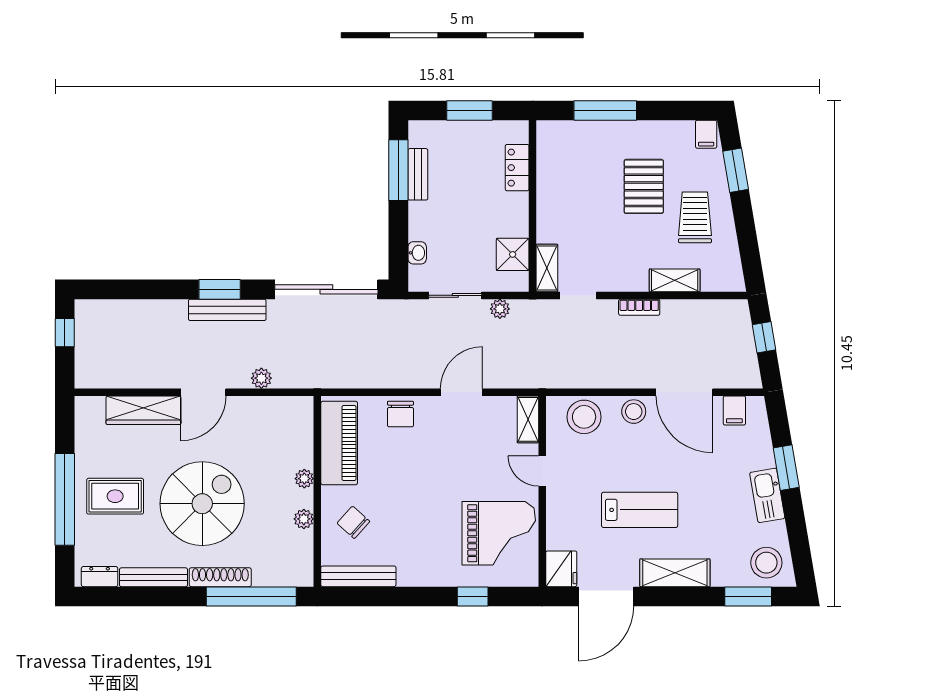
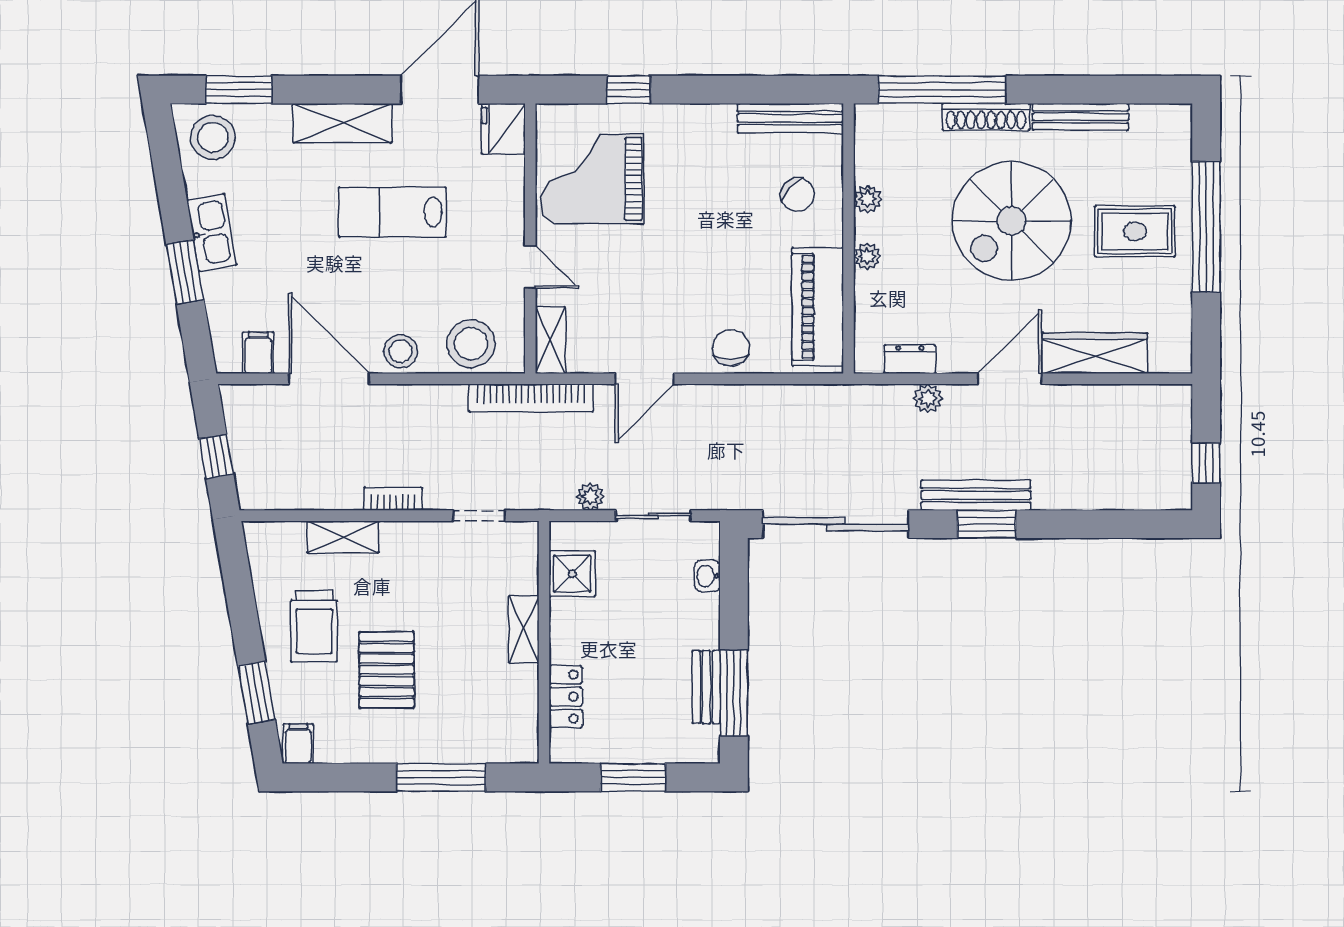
shelving: (547, 268) -> (524, 629), moved
bookcase: (542, 379) -> (531, 398), added
dresser: (100, 577) -> (910, 359), moved, turned 180

